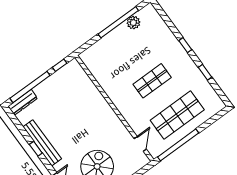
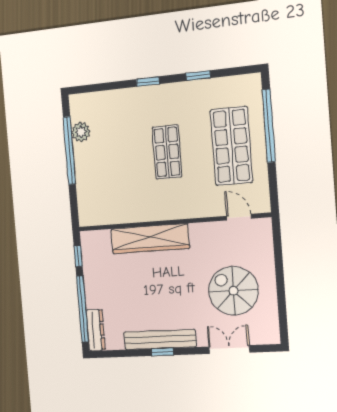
wardrobe: (97, 101) -> (150, 239), added
window: (178, 145) -> (269, 126), moved

